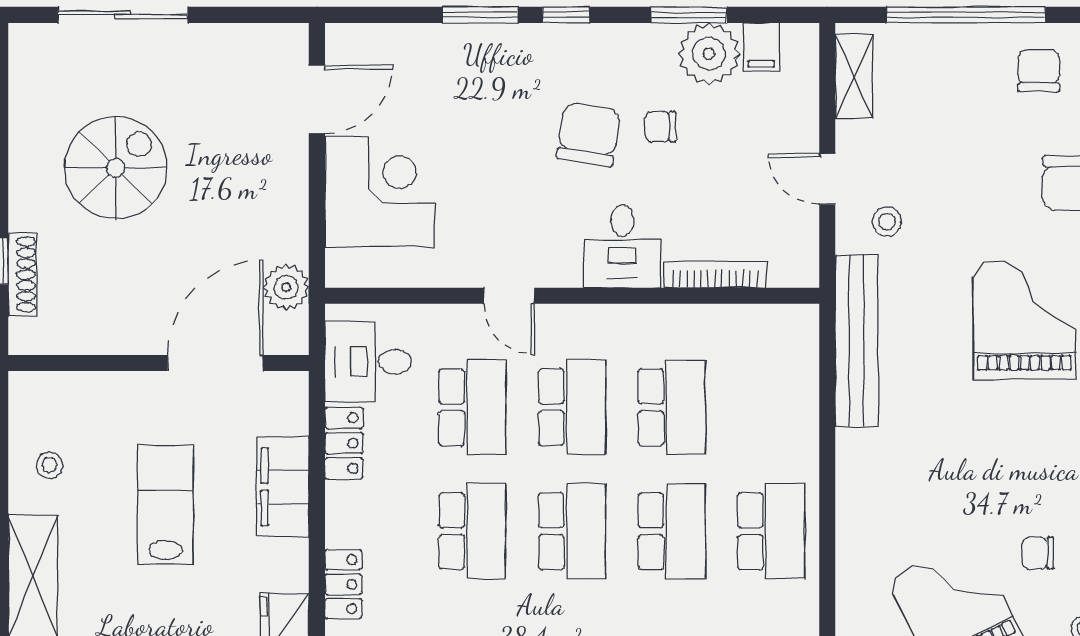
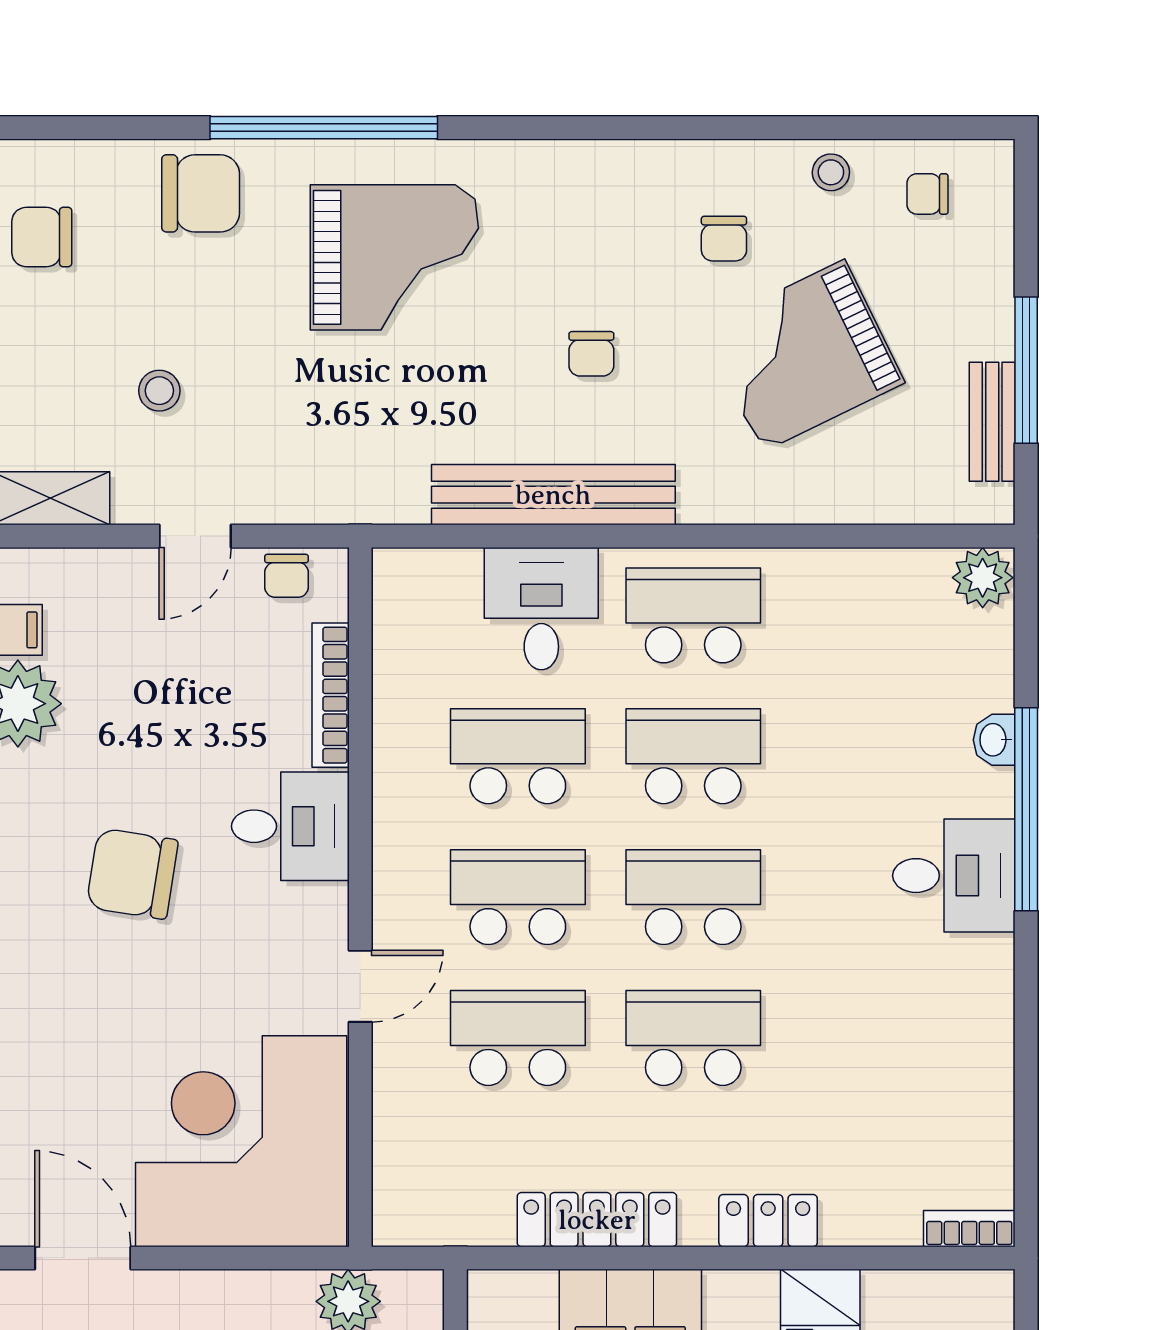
chair: (660, 127) -> (287, 576), moved
corner desk: (380, 192) -> (241, 1141), width x1.36, depth x1.36
stool: (887, 221) -> (159, 391), moved
grand piano: (1024, 320) -> (394, 257), turned 180
bench: (857, 341) -> (553, 495), moved
desk: (368, 362) -> (541, 609), moved, turned 180
locker: (344, 443) -> (597, 1220), width x1.53
chair: (956, 459) -> (591, 354), added

